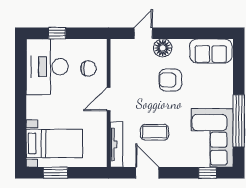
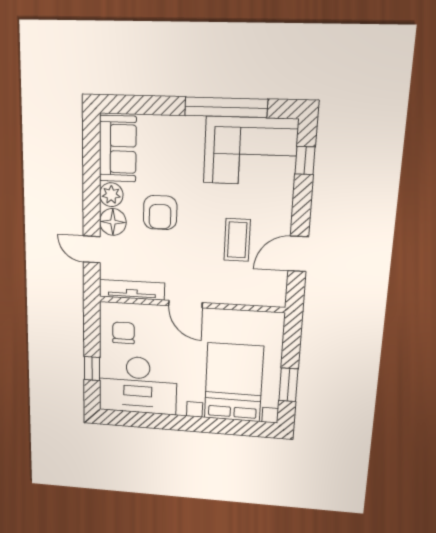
plant: (181, 47) -> (111, 195), added
chair: (88, 69) -> (123, 333), moved
bed with nightstands: (54, 143) -> (234, 382), width x1.36
tv unit: (116, 144) -> (132, 290), moved

